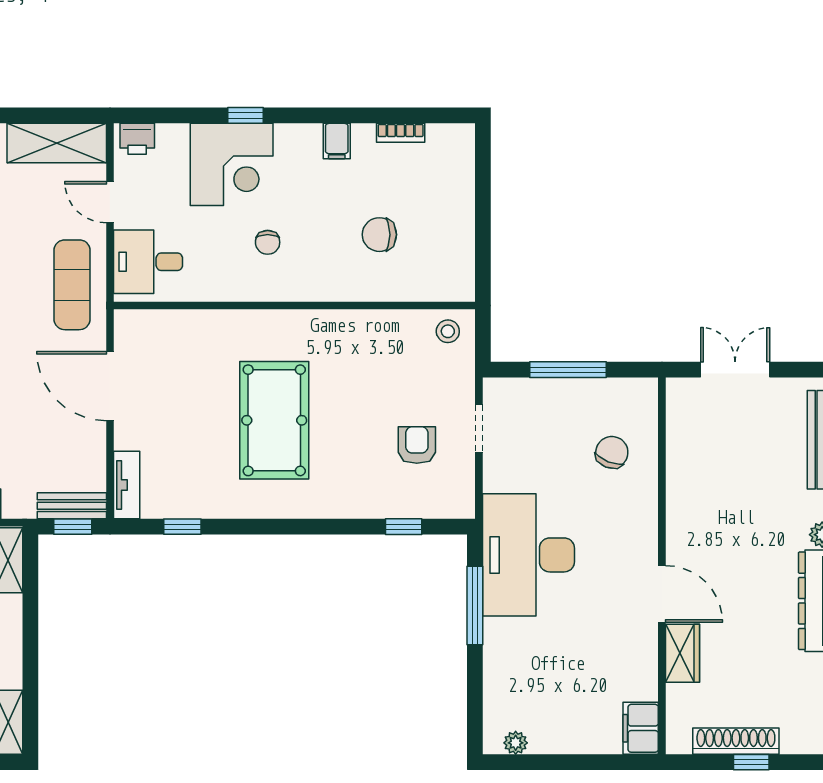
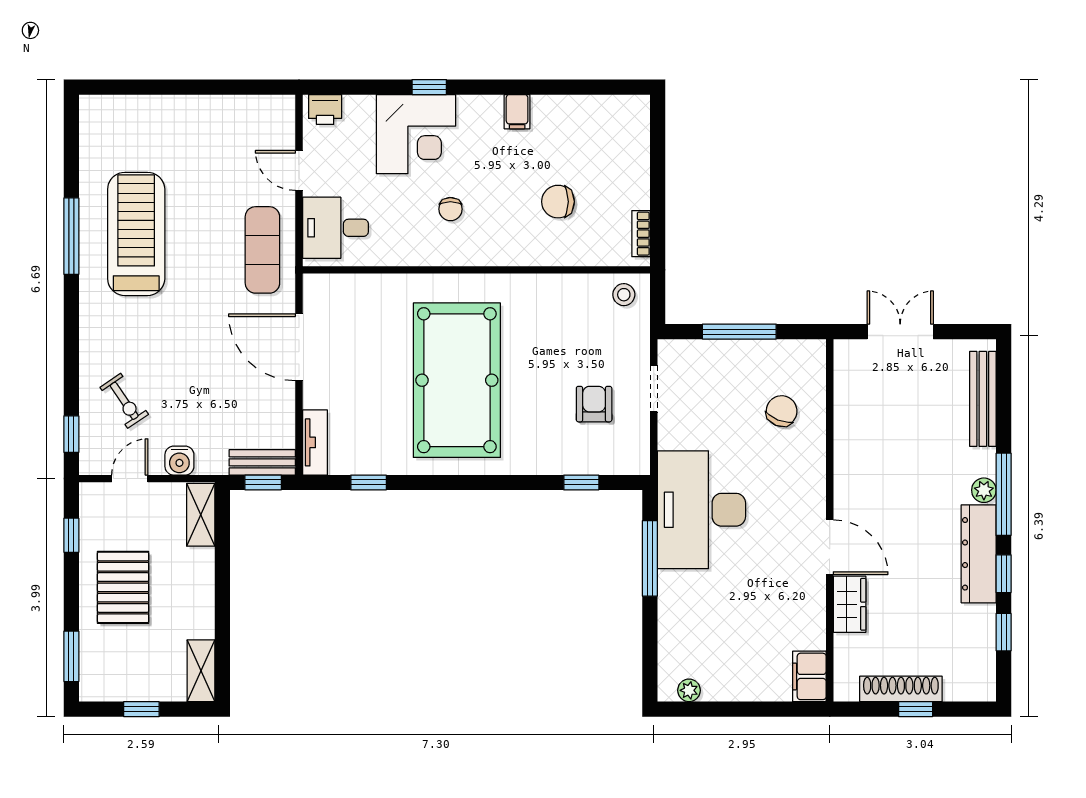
bookcase: (401, 133) -> (641, 234), moved, turned 90
shelving: (57, 143) -> (248, 114), removed
pool table: (274, 420) -> (457, 380), width x1.36, depth x1.32

